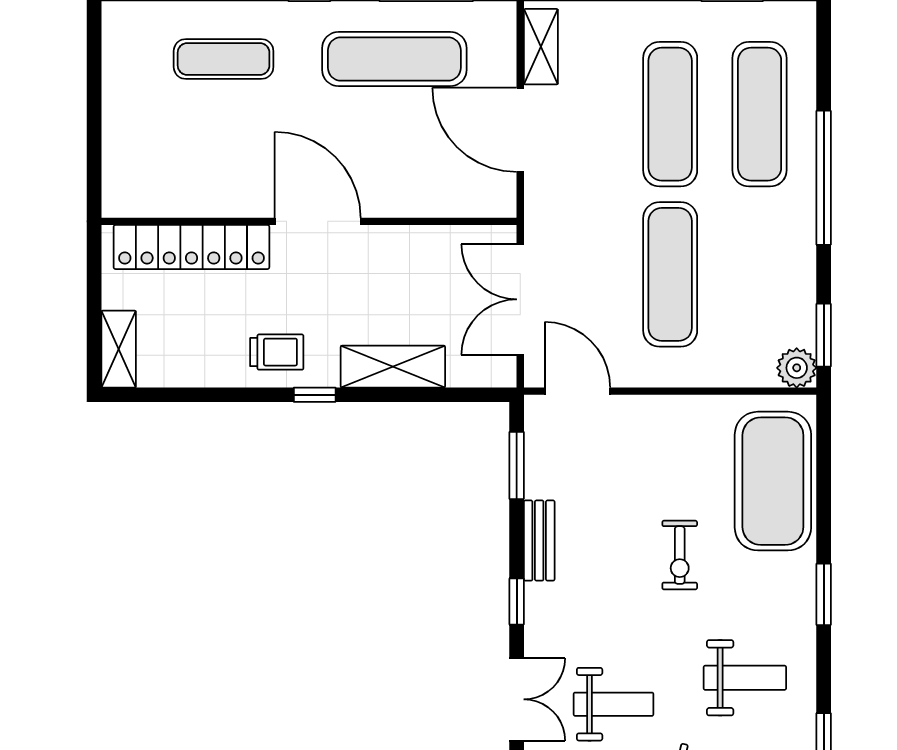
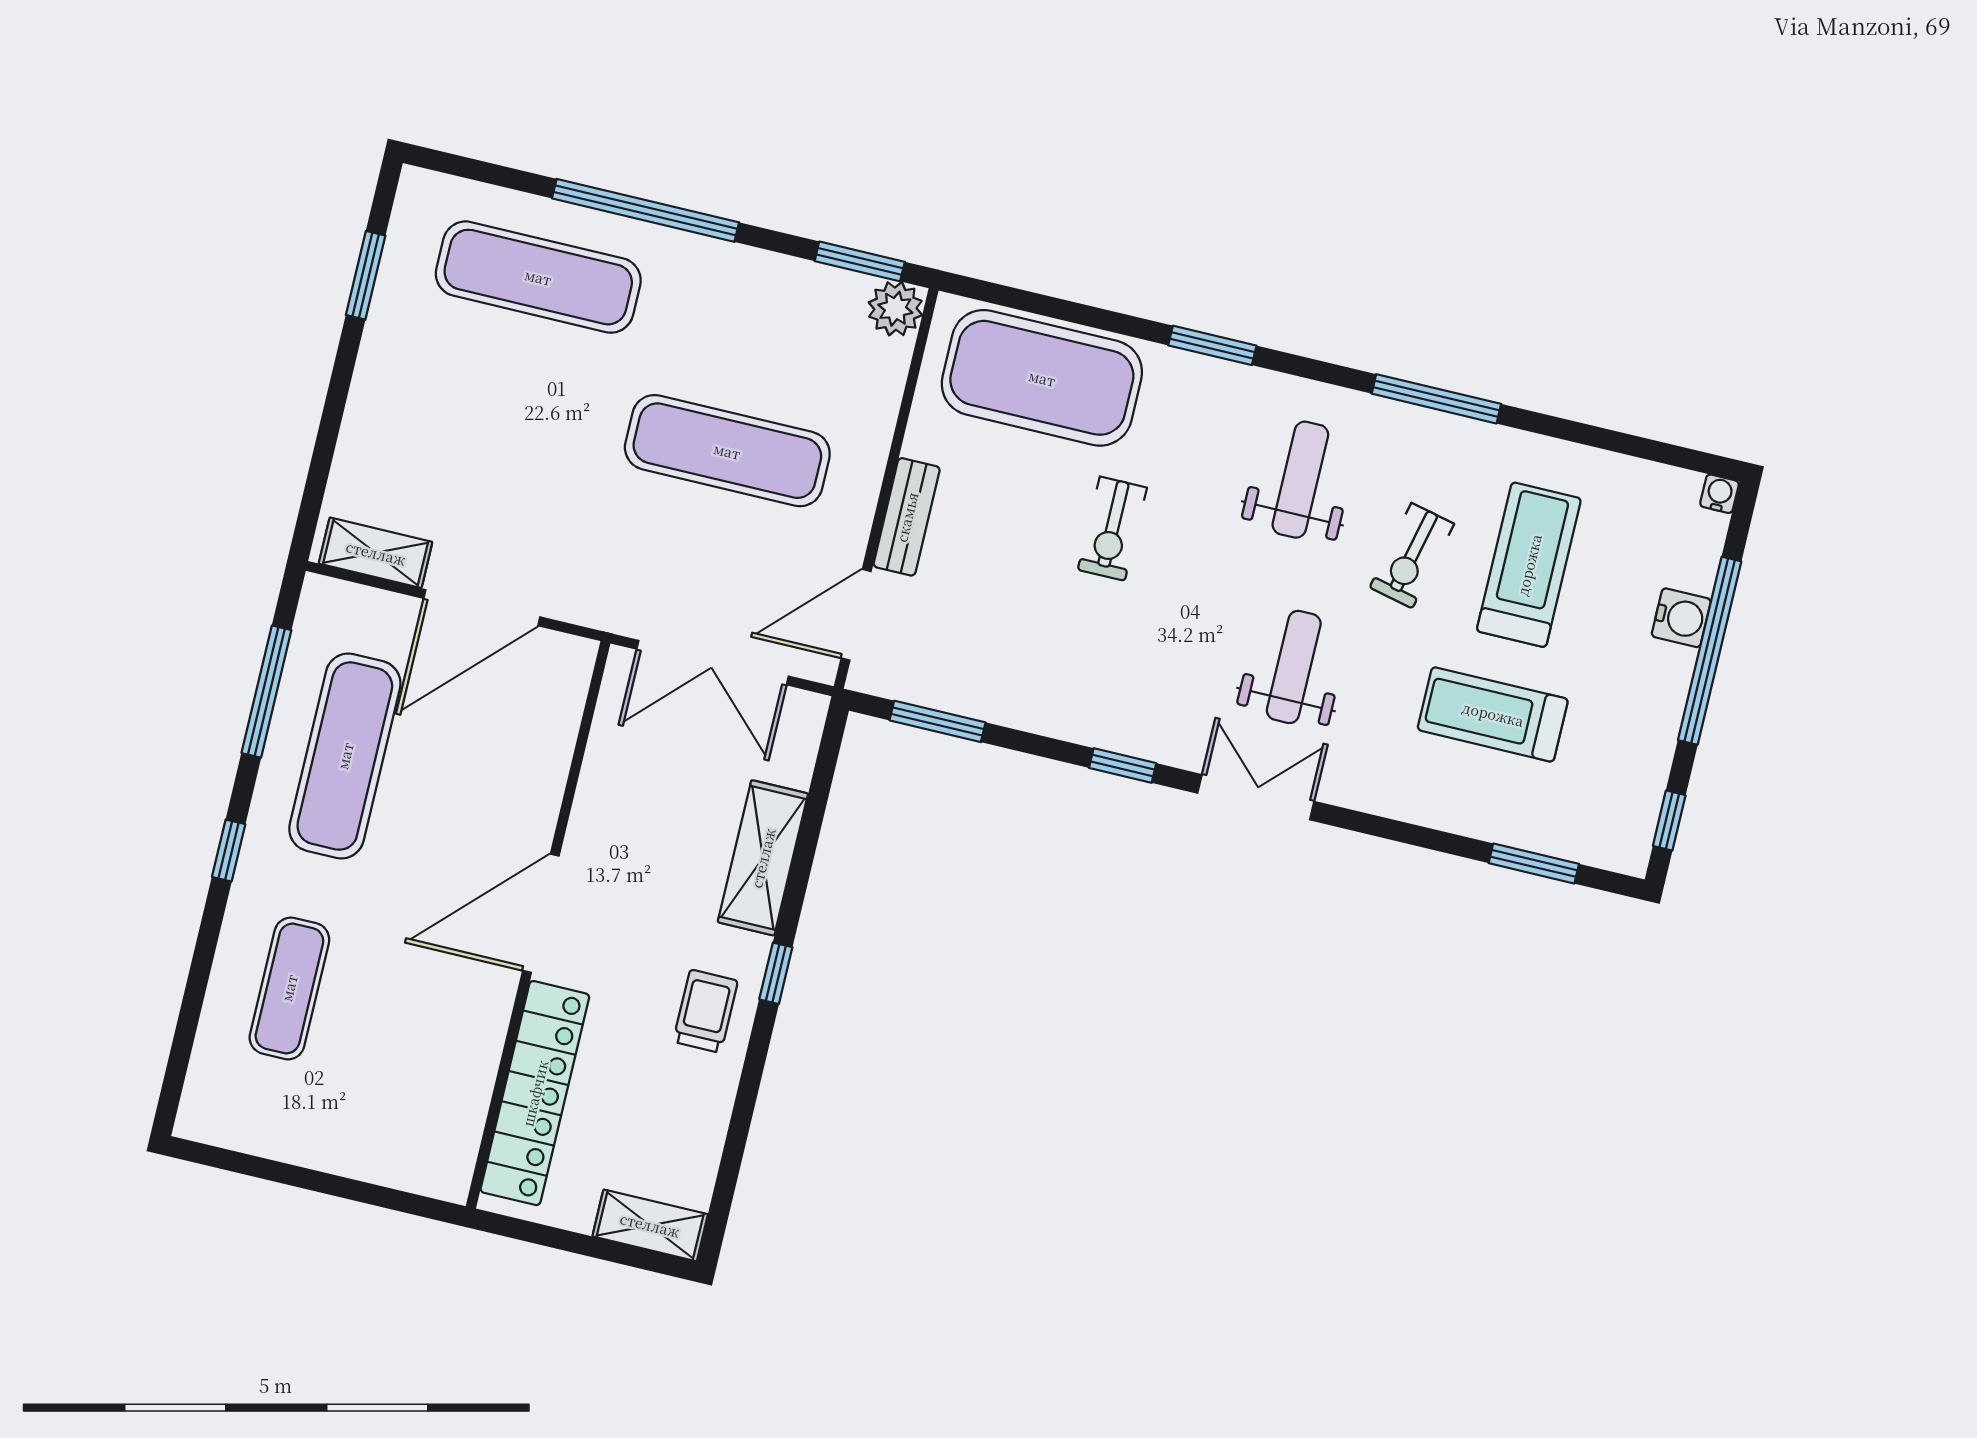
exercise mat: (670, 114) -> (509, 399), removed
bench: (539, 541) -> (907, 517), moved, turned 90
exercise bike: (680, 555) -> (1112, 529), turned 90

